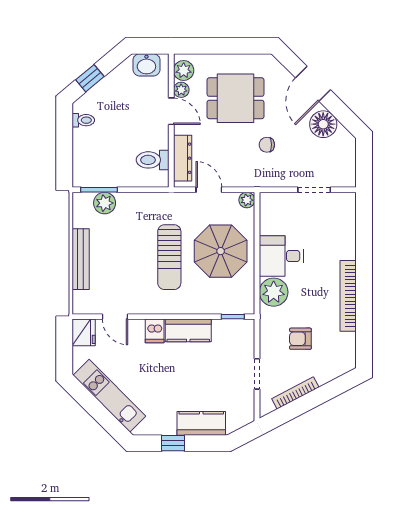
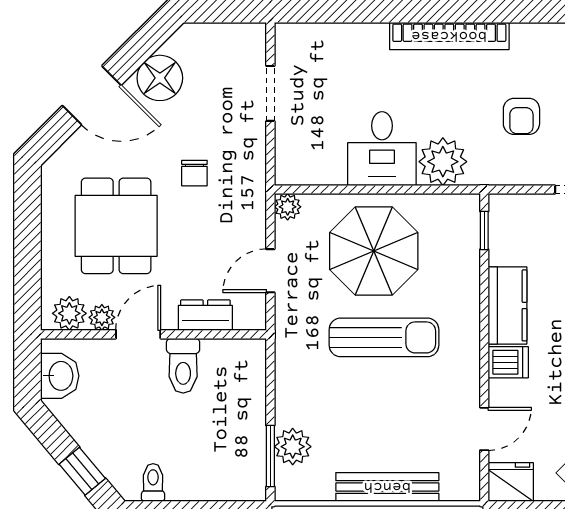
dresser: (183, 158) -> (205, 315), width x0.70
toilet: (153, 160) -> (183, 366), moved

